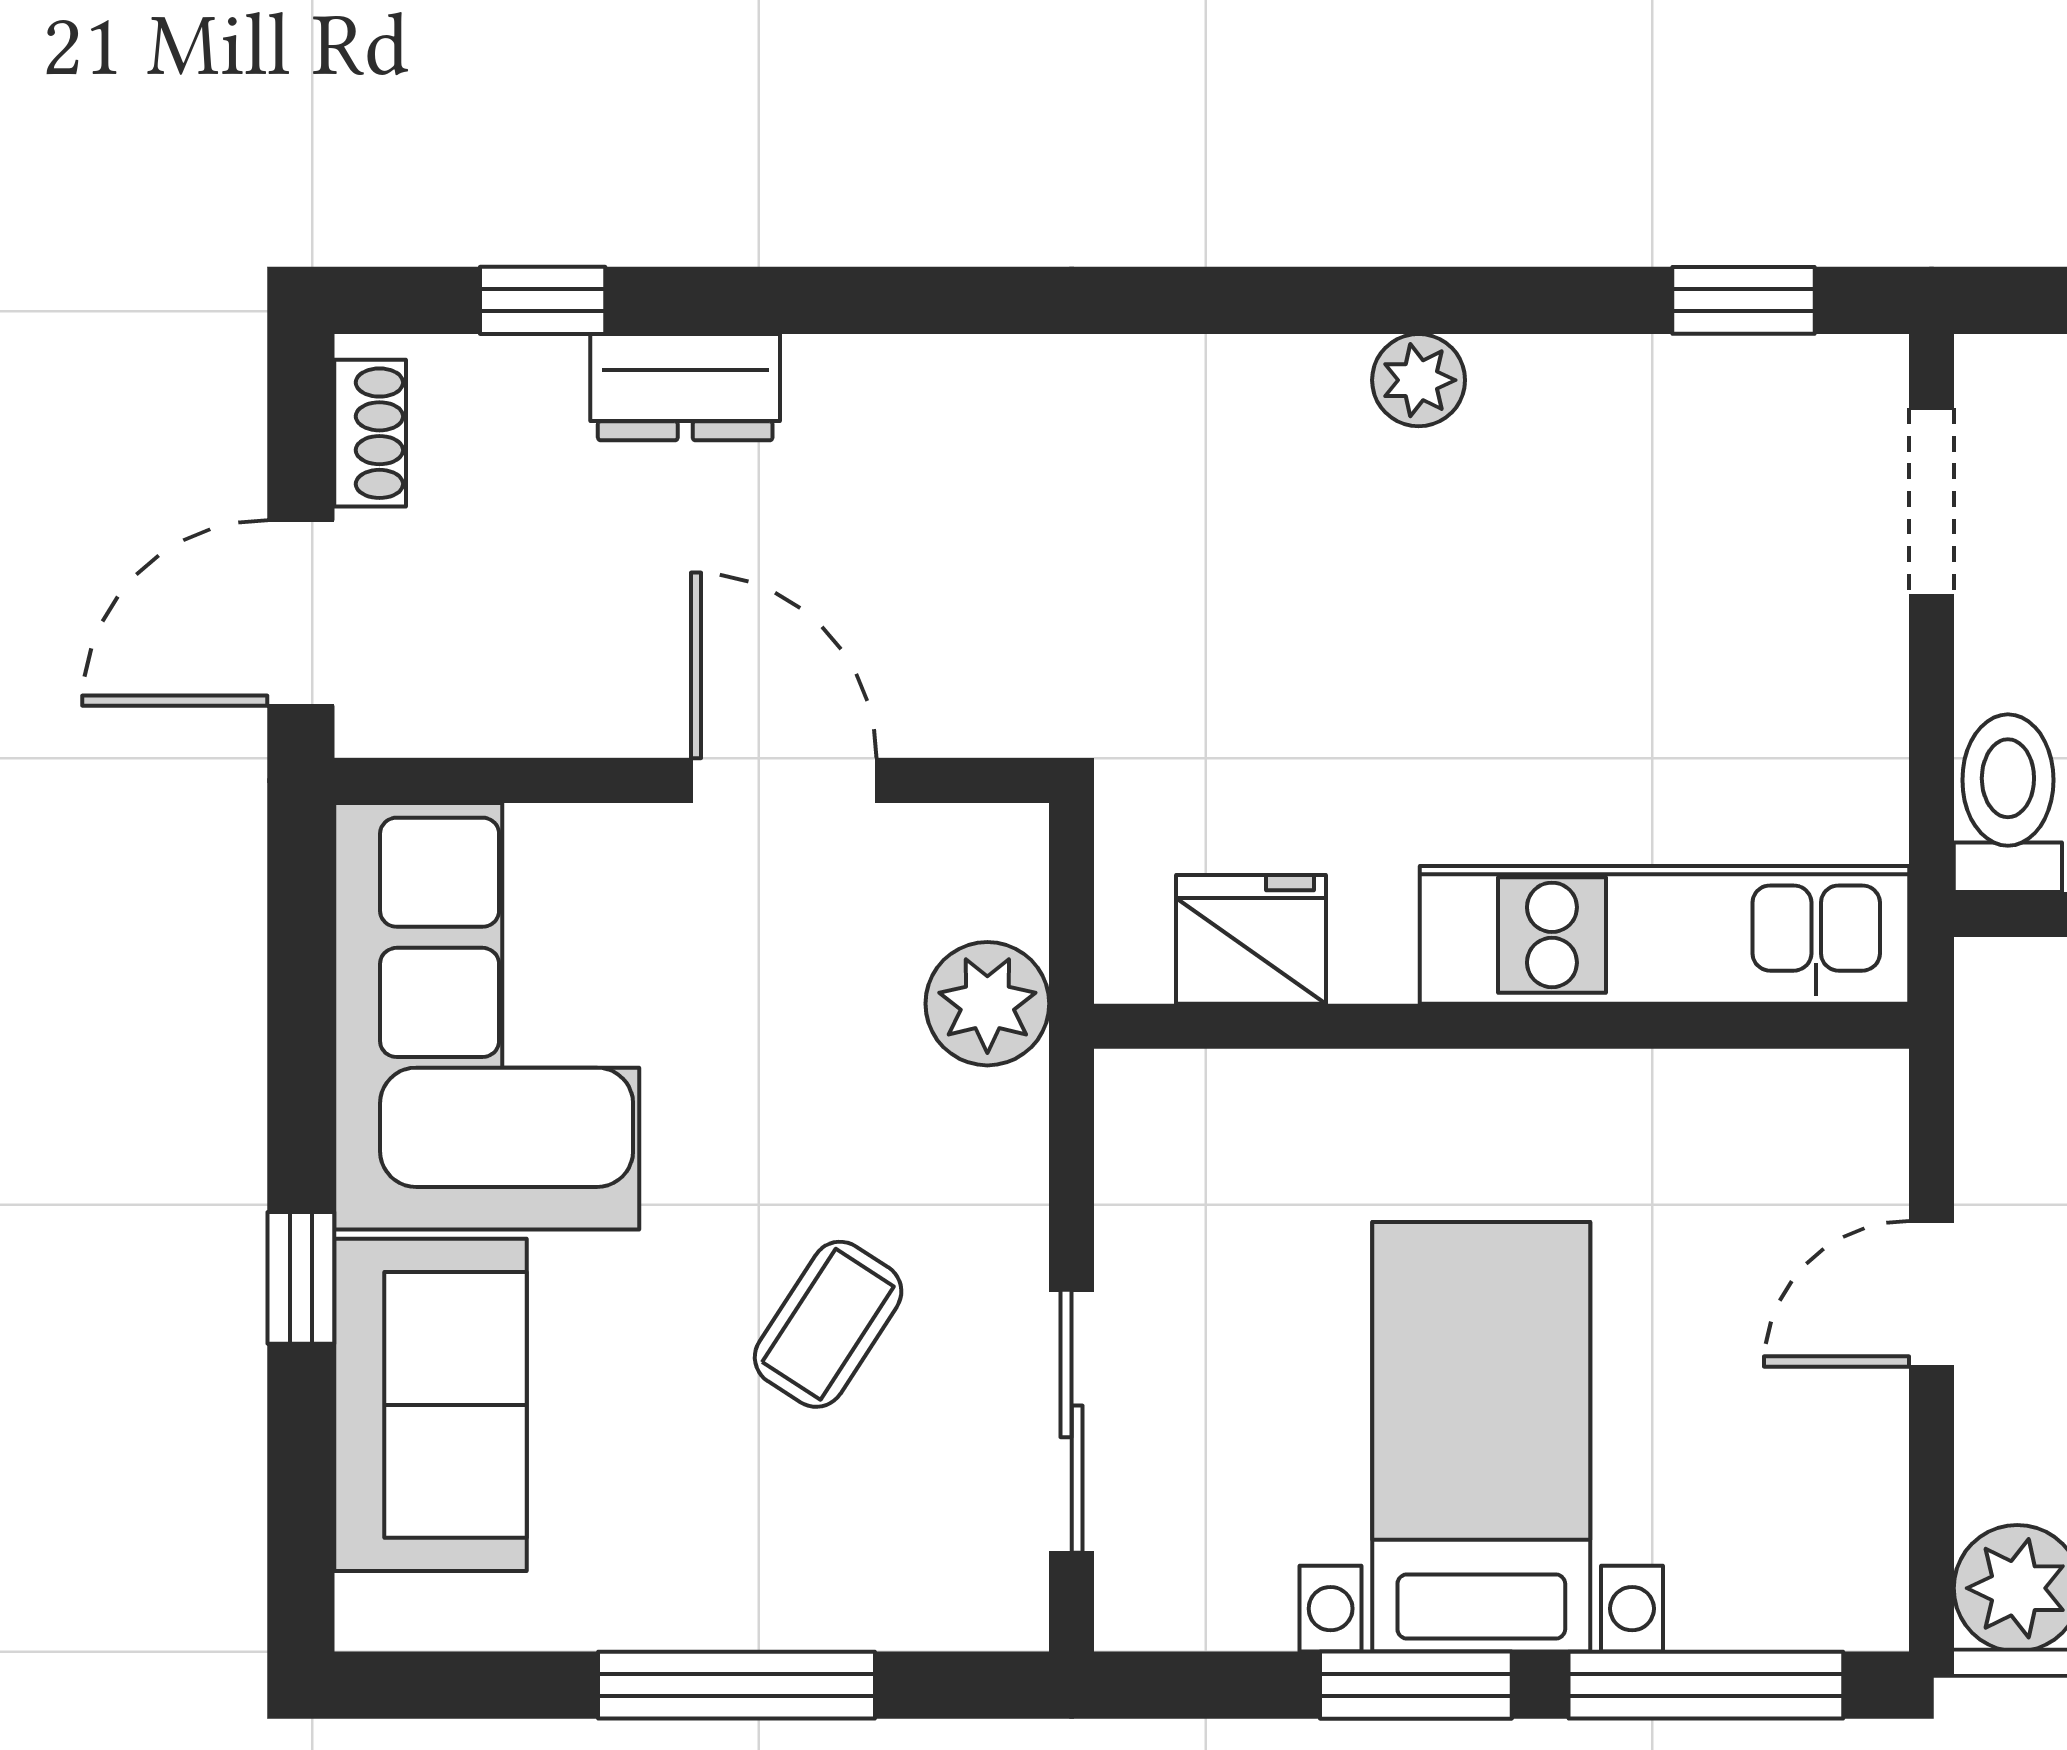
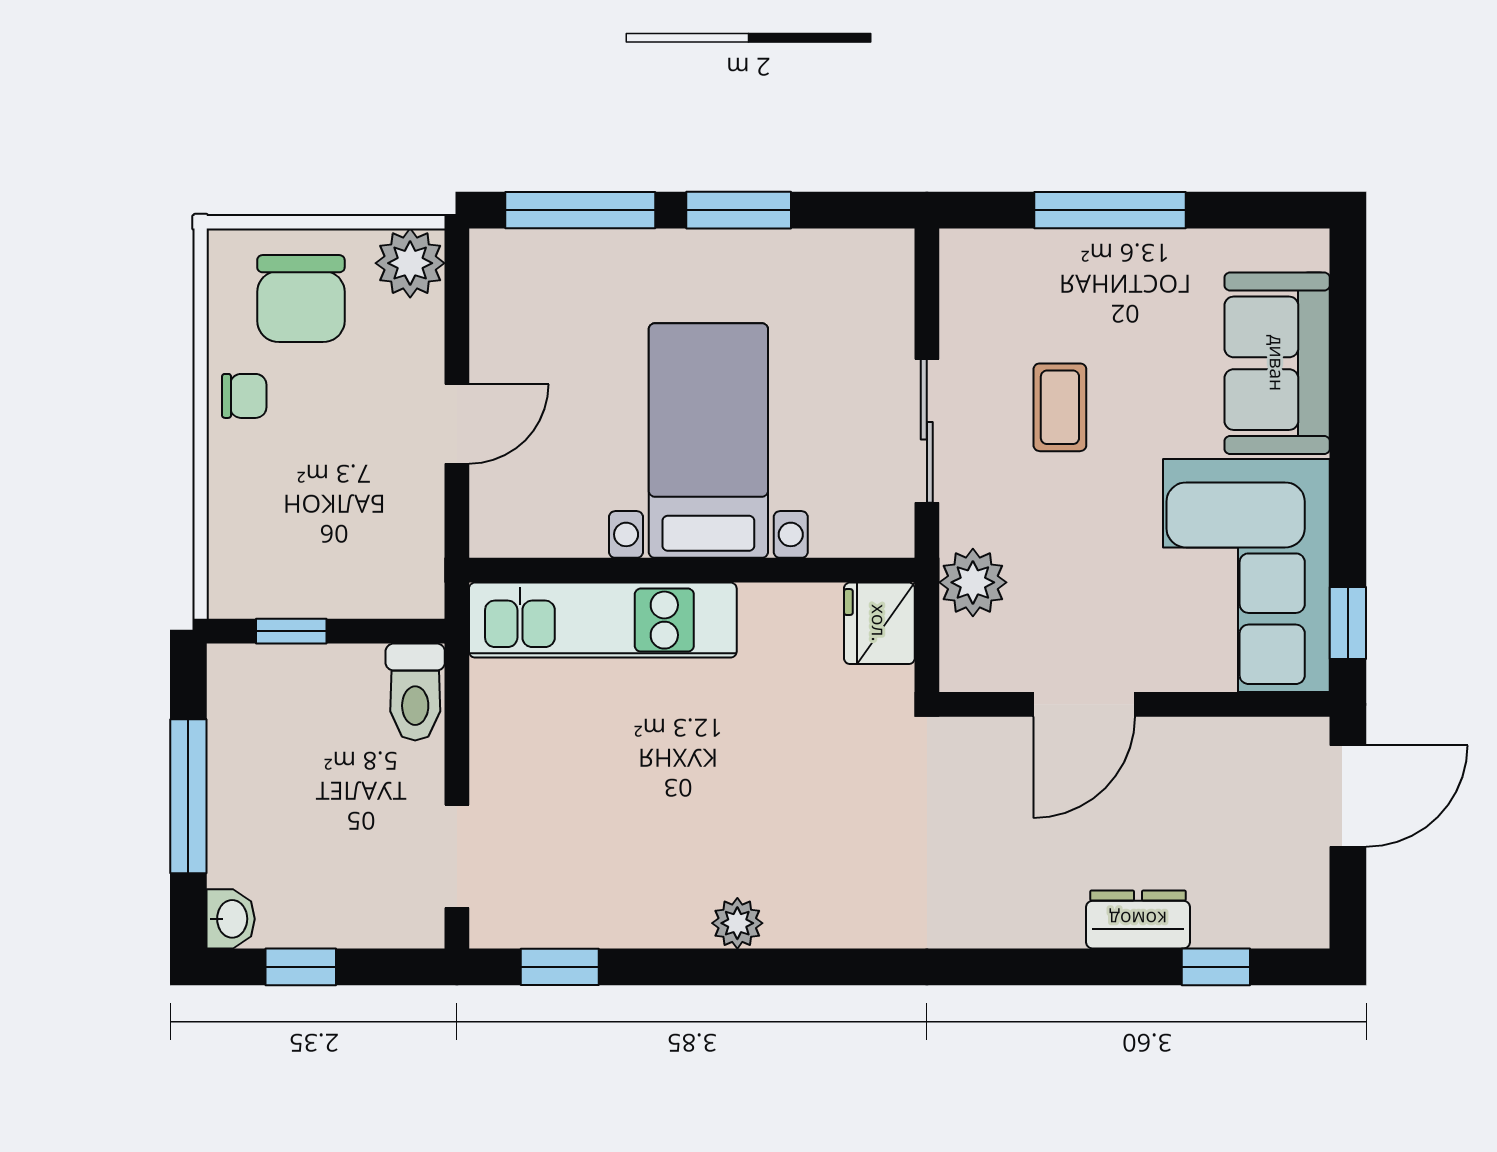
shoe rack: (370, 433) -> (1310, 894), removed
door: (784, 781) -> (1084, 704), hinge flipped
fridge: (1251, 939) -> (879, 623), moved, turned 90
window: (301, 1278) -> (1348, 623), moved
coffee table: (828, 1324) -> (1060, 407), turned -33
sliding door: (1072, 1421) -> (927, 431), moved
bed with nightstands: (1481, 1437) -> (708, 441), moved, turned 180

